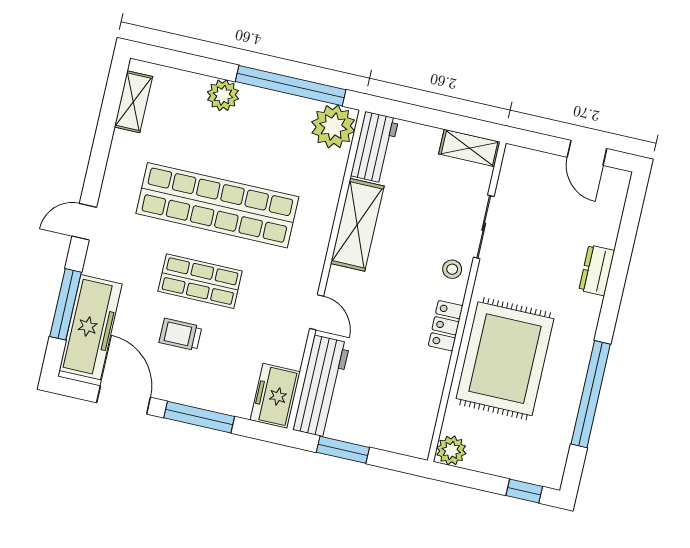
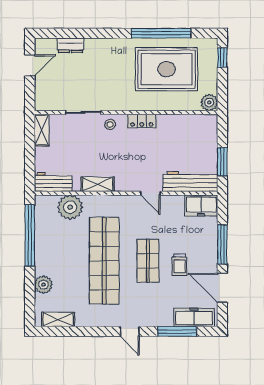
plant: (223, 95) -> (43, 285), moved
plant: (333, 127) -> (70, 207), moved
shelving: (357, 225) -> (98, 184), width x0.67, depth x0.75
dresser: (597, 270) -> (70, 45), moved
door: (317, 312) -> (150, 193), swing flipped
freezer: (91, 327) -> (194, 317), width x0.73, depth x0.79
rug: (505, 359) -> (167, 69), moved
door: (124, 400) -> (222, 288), hinge flipped

